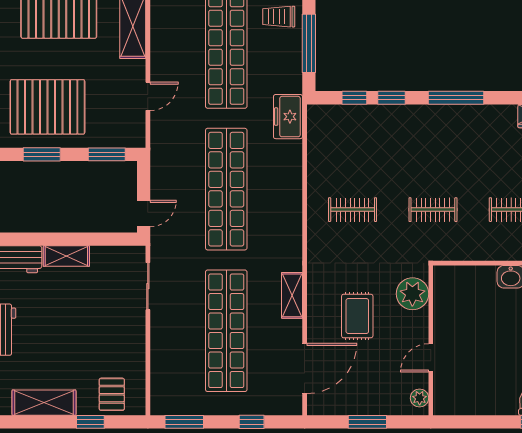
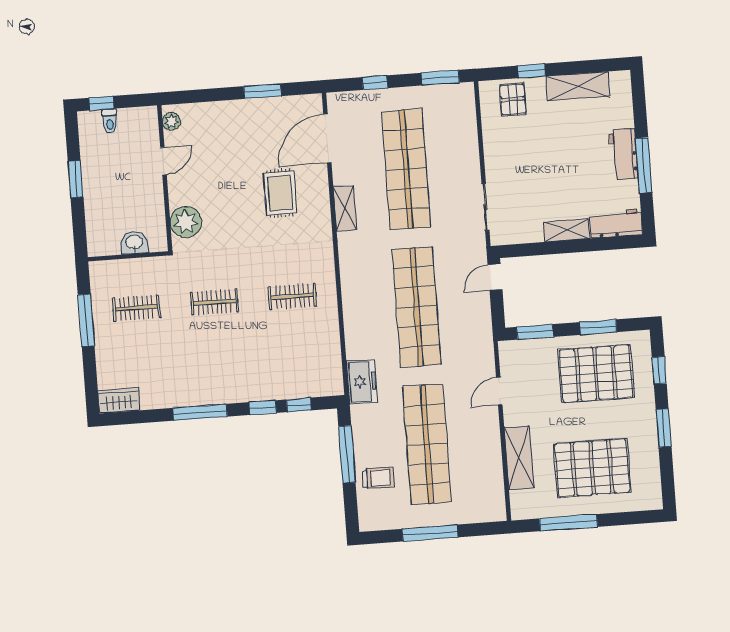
plant: (412, 294) -> (186, 222), moved
wall: (431, 340) -> (165, 178), moved
door: (431, 358) -> (163, 161), moved
plant: (420, 398) -> (171, 121), moved

